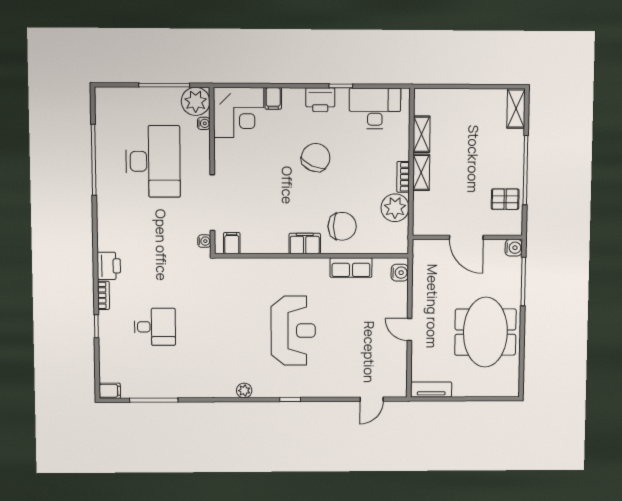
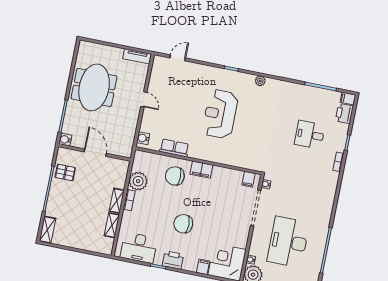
chair: (316, 158) -> (183, 224), turned 66
printer: (109, 266) -> (344, 113), moved

